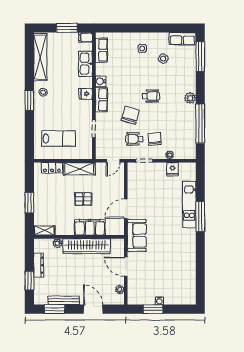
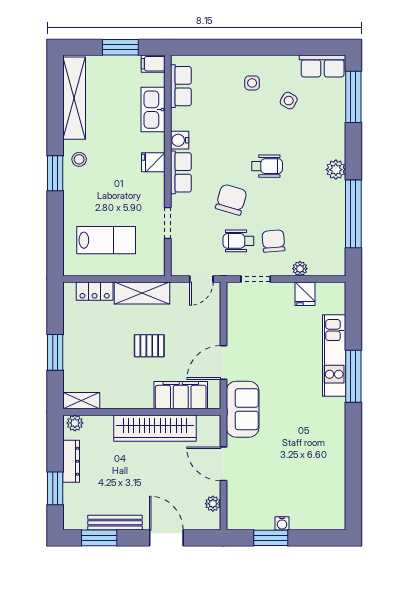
filing cabinet: (90, 227) -> (181, 395), moved
plant: (57, 243) -> (75, 423), moved

